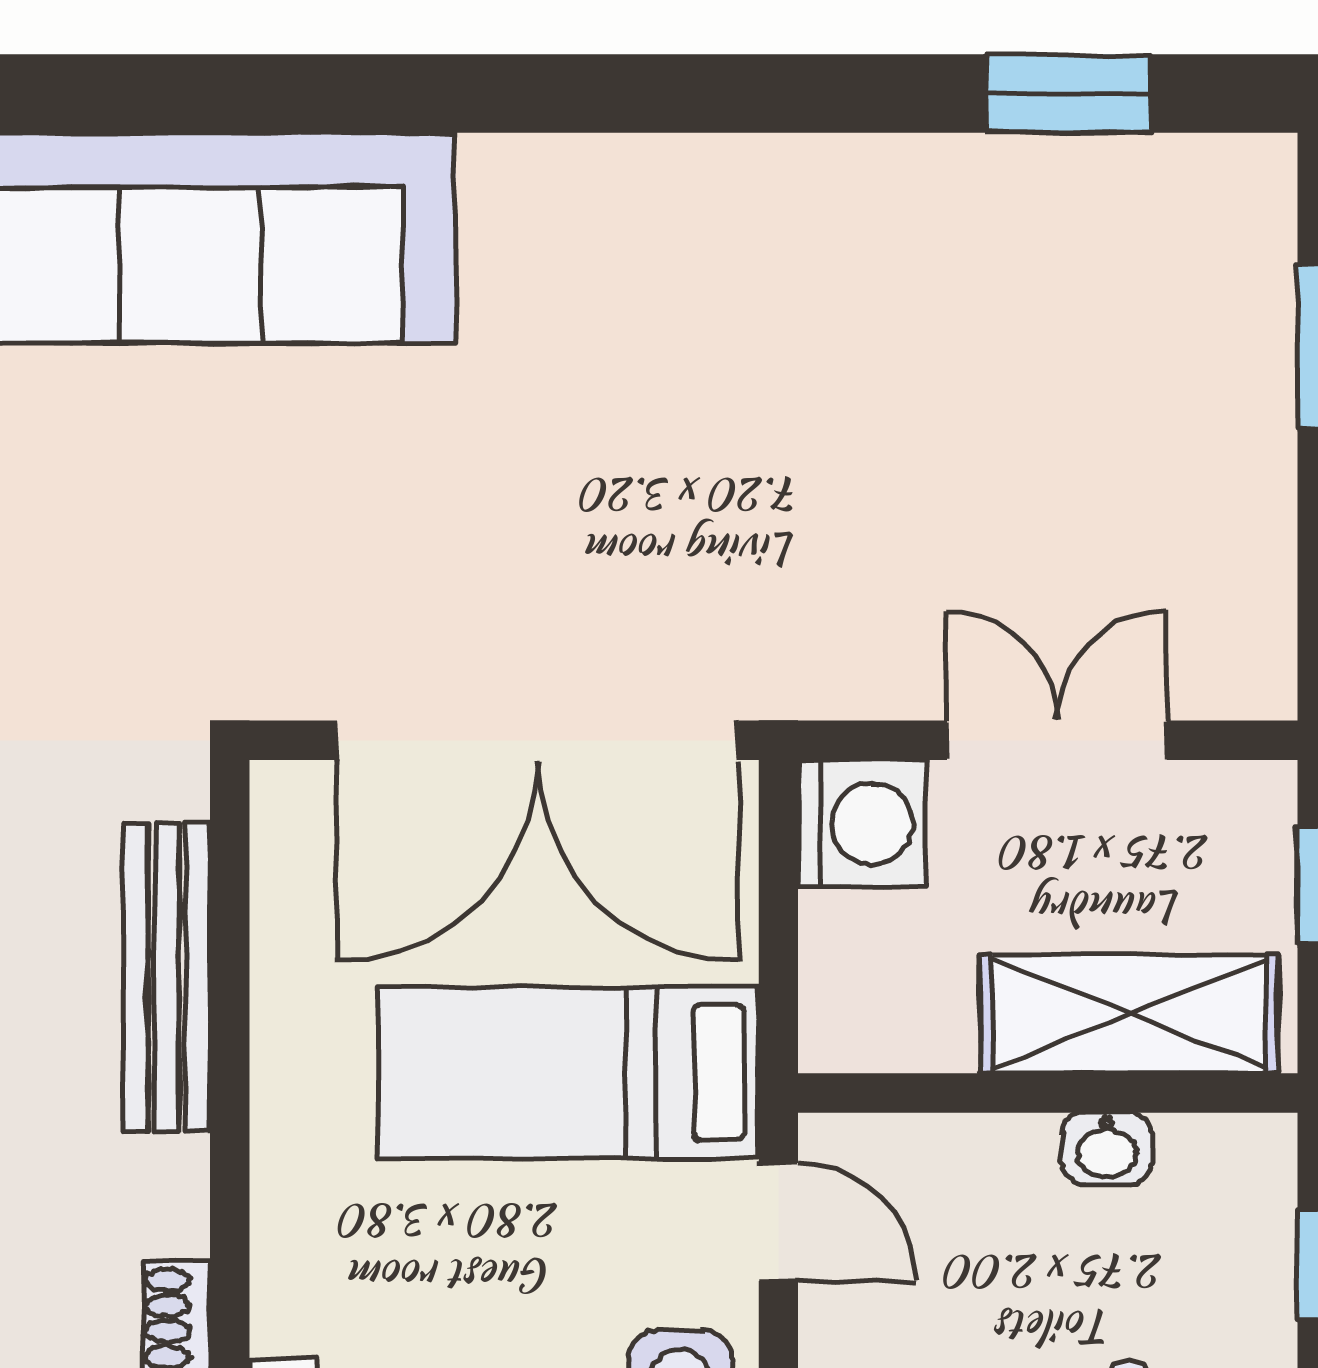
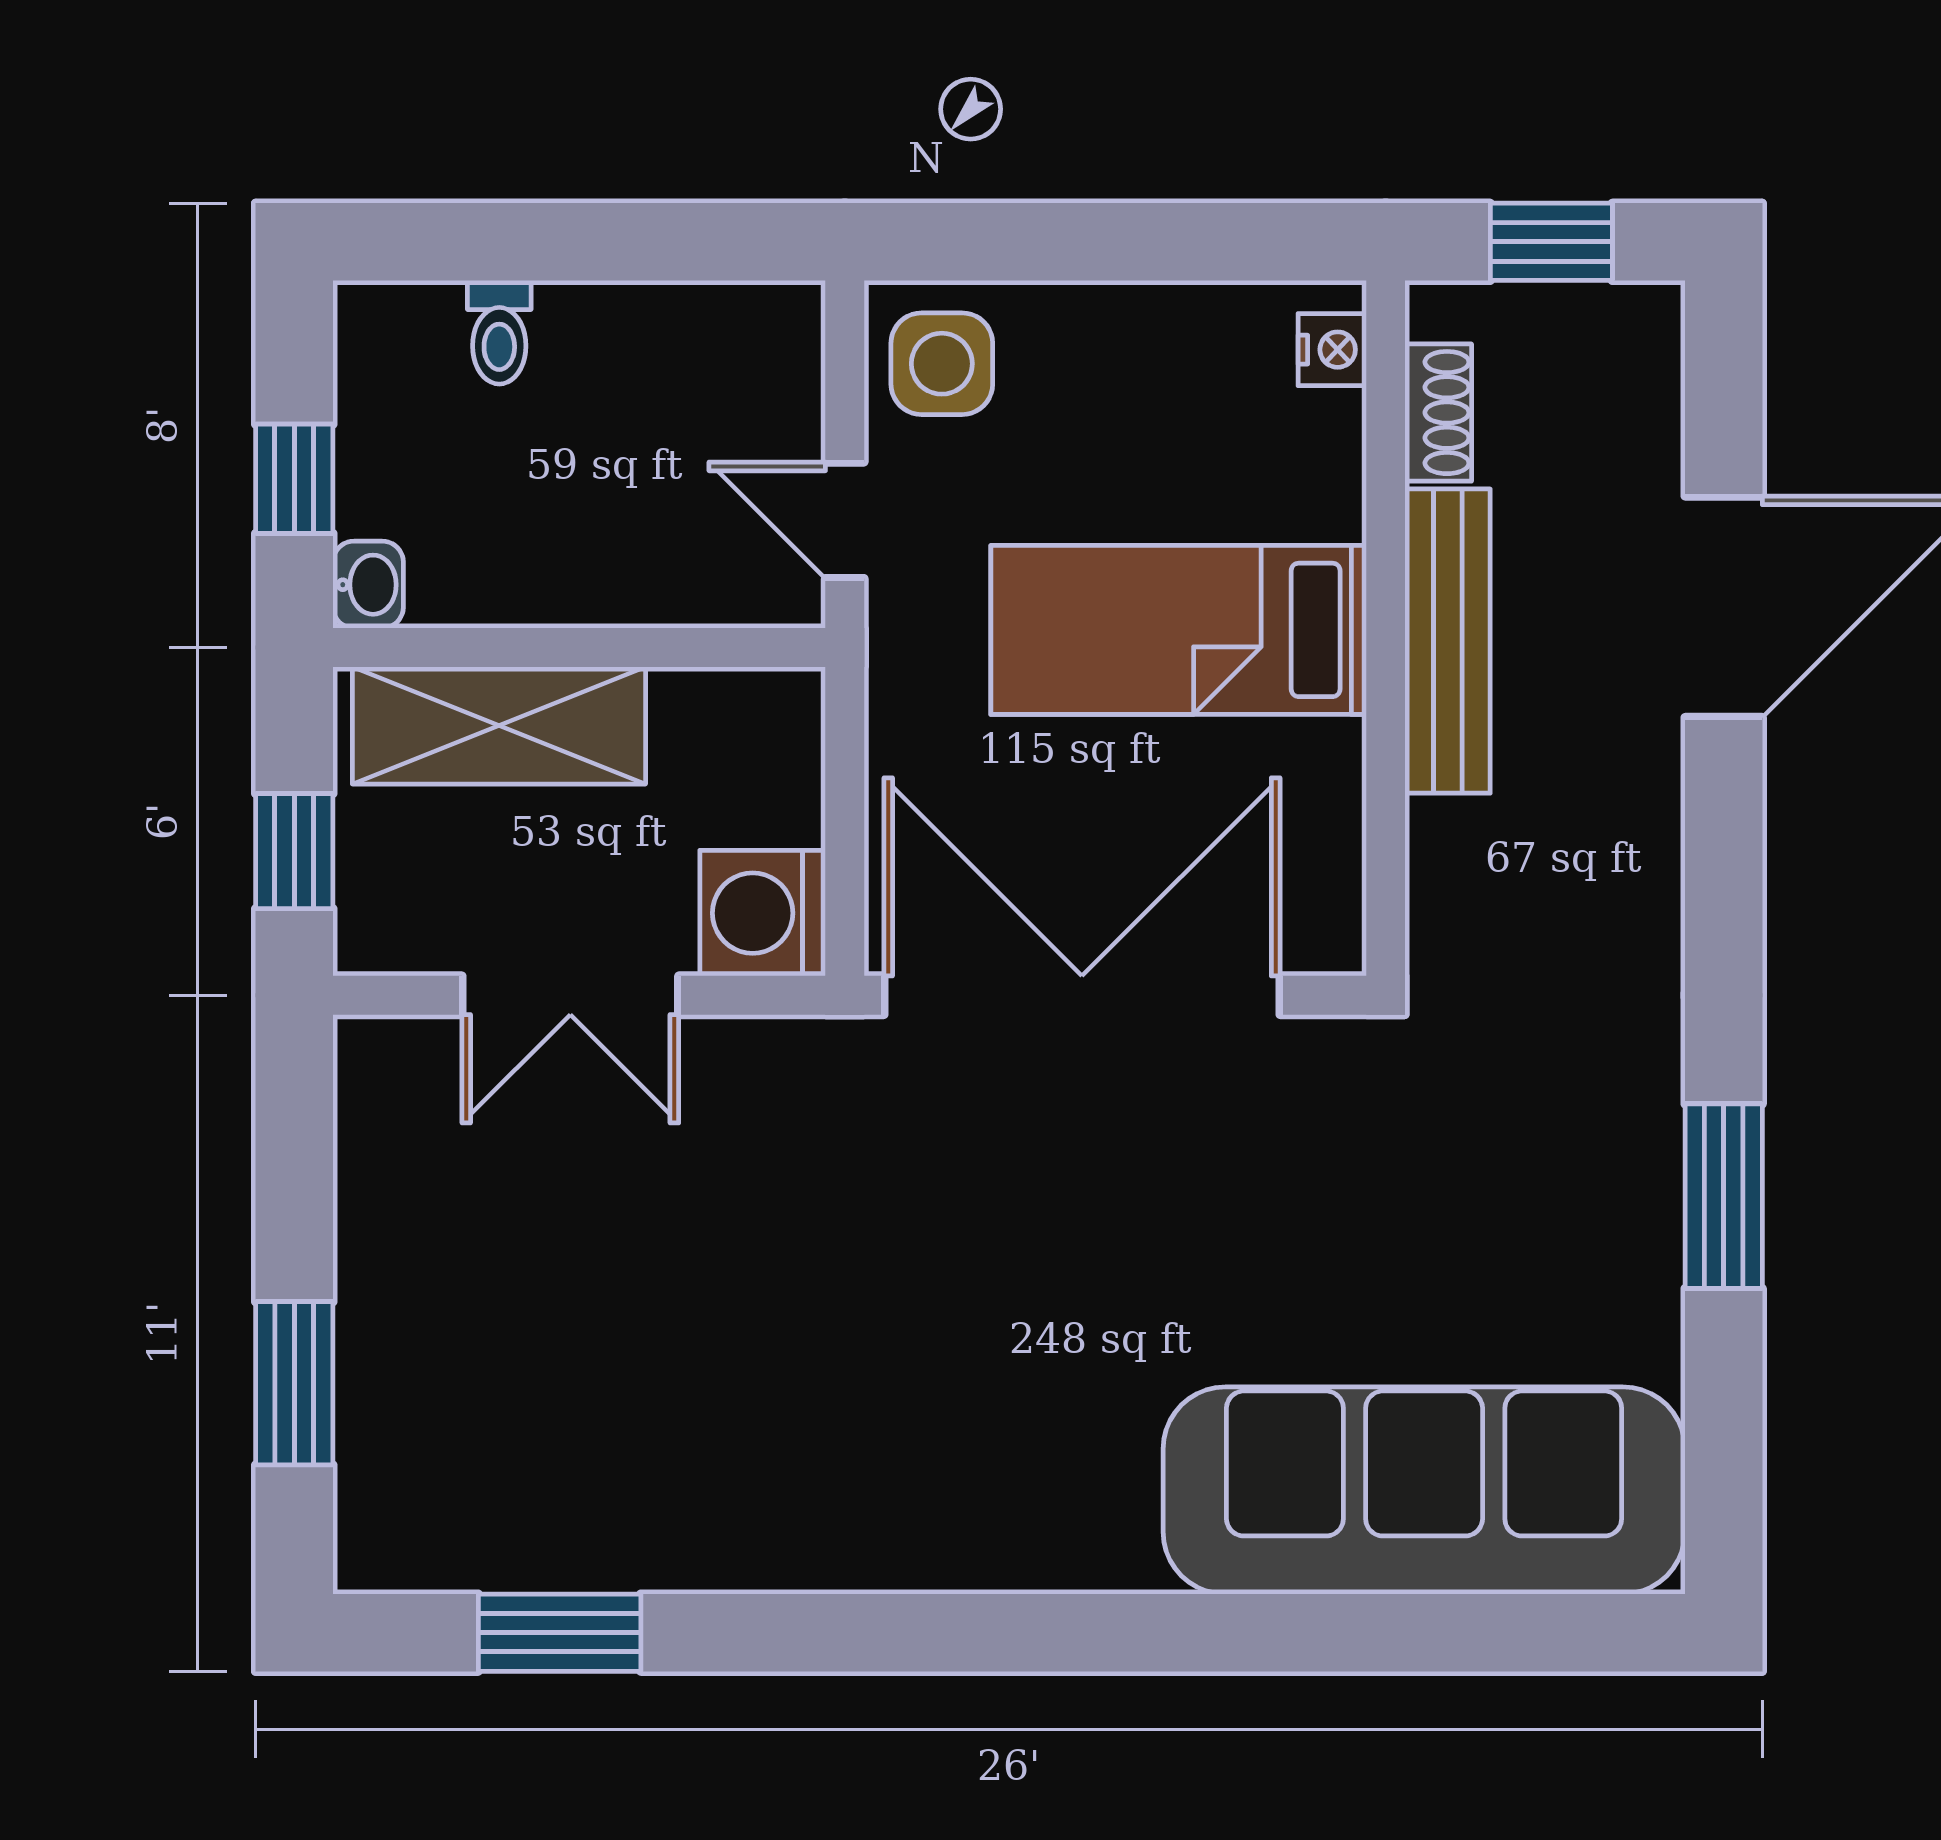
bench: (167, 978) -> (1448, 641), moved
bed: (568, 1072) -> (1179, 630), moved, turned 180
washbasin: (1107, 1148) -> (368, 585), moved, turned 90

